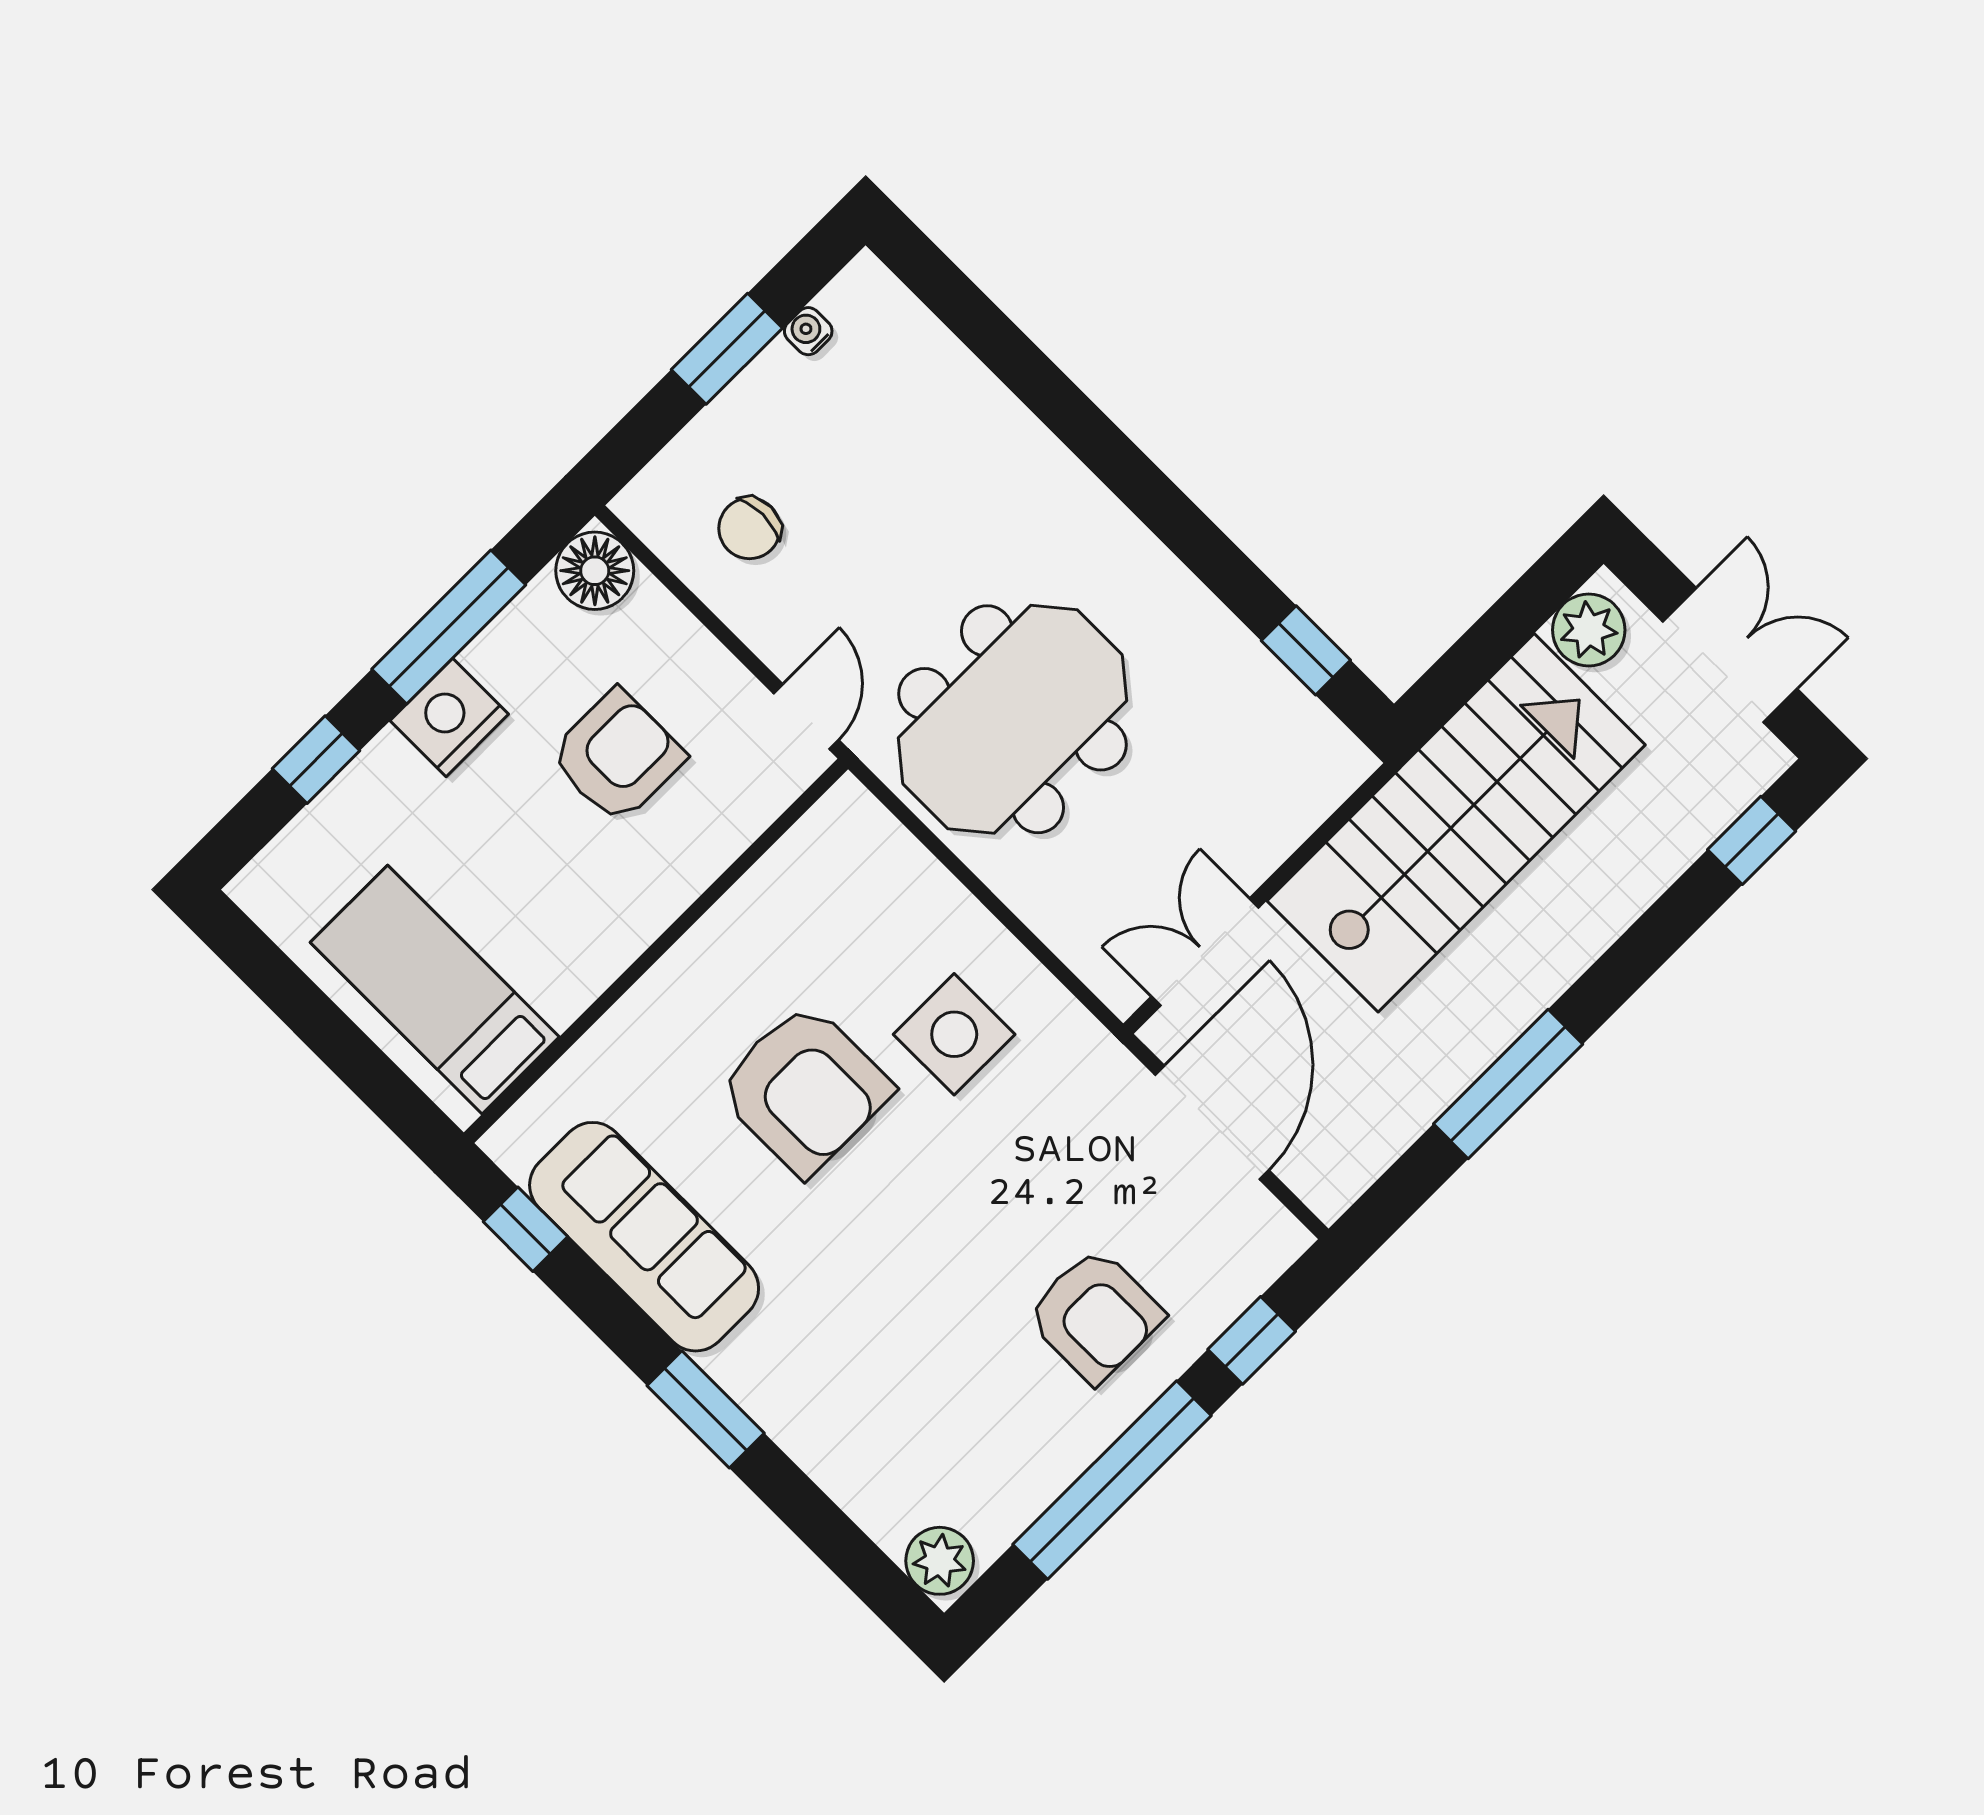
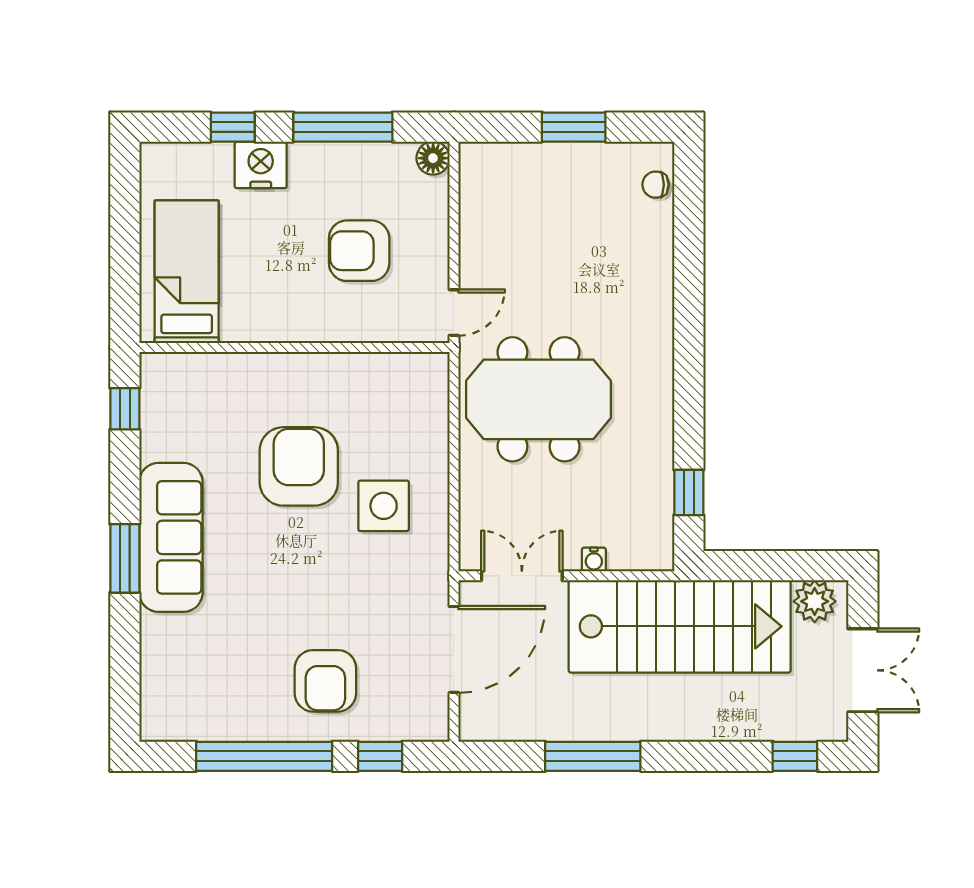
water cooler: (808, 331) -> (594, 560), moved, turned 180
chair: (749, 528) -> (656, 185), moved, width x0.73, depth x0.73
floor lamp: (595, 571) -> (433, 158), width x0.73, depth x0.73
nightstand: (449, 717) -> (261, 165), moved
armchair: (617, 756) -> (359, 251), turned 180
armchair: (805, 1089) -> (299, 466), turned 180
sofa: (644, 1237) -> (171, 537), moved
plant: (940, 1561) -> (159, 718), removed

